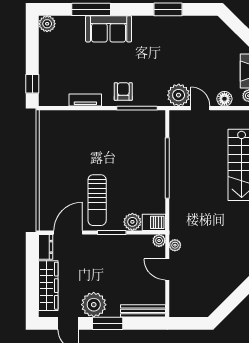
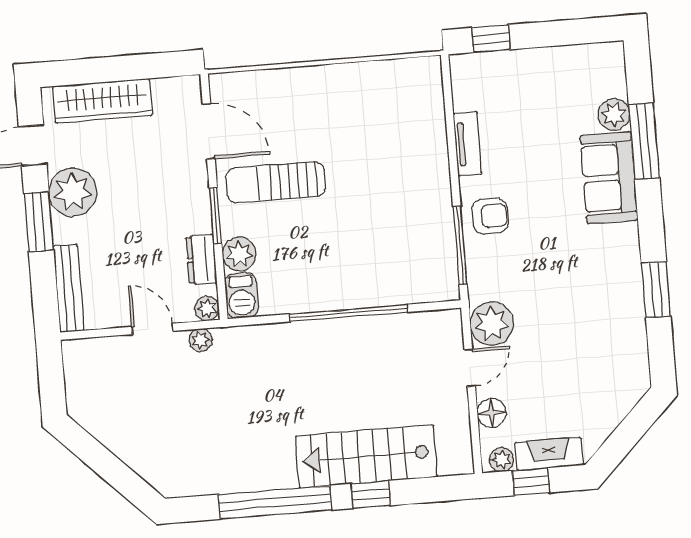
plant: (47, 24) -> (614, 115), moved
dresser: (46, 247) -> (201, 259), moved, turned 90
door: (167, 269) -> (152, 329), hinge flipped

